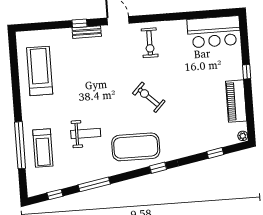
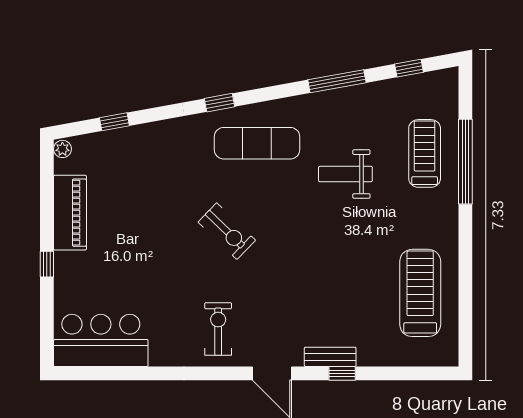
treadmill: (40, 71) -> (420, 293), turned 180
exercise mat: (136, 147) -> (257, 143), width x0.68

